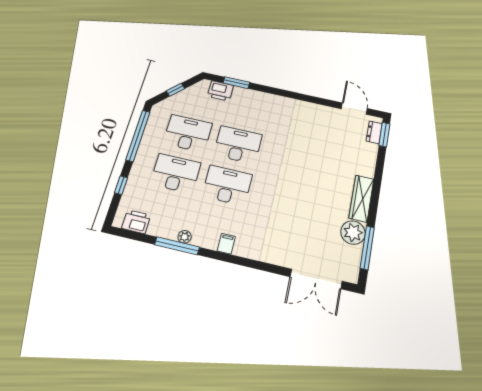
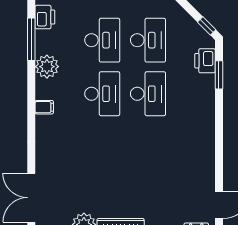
window: (175, 90) -> (207, 26), moved
plant: (185, 237) -> (47, 67), width x1.87, depth x1.87
window: (177, 246) -> (31, 39), moved

